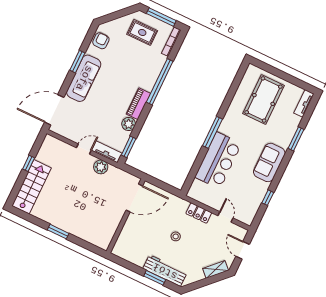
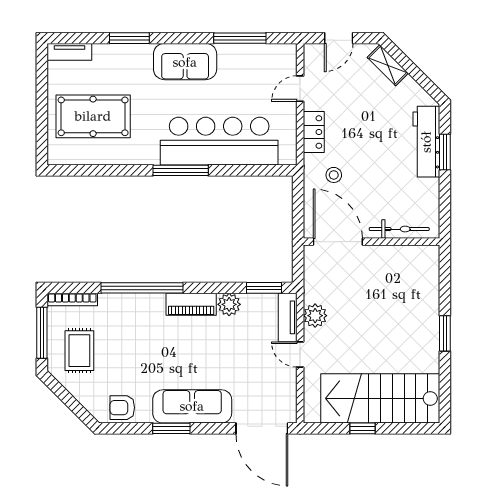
bar counter: (218, 160) -> (219, 141), width x1.36
stairs: (31, 187) -> (380, 398), width x1.36, depth x1.51
window: (268, 198) -> (240, 38), width x2.17
bicycle: (125, 234) -> (399, 229), added
stool: (176, 236) -> (334, 175), moved

